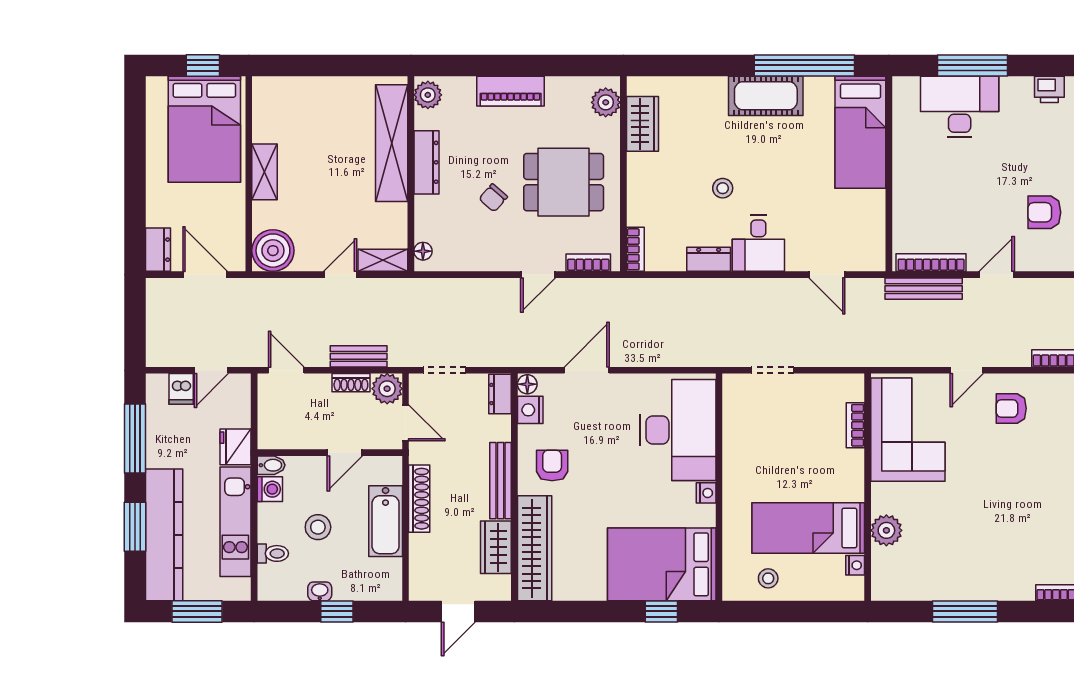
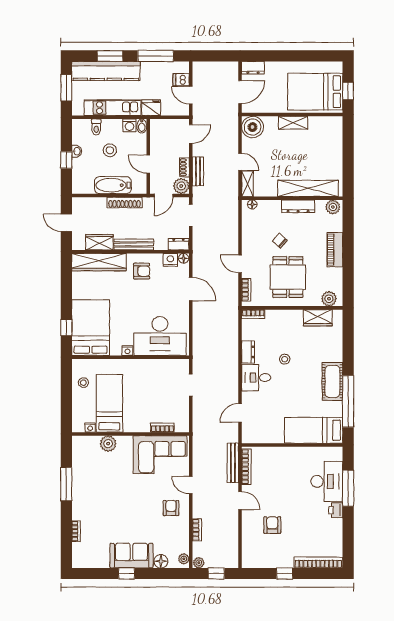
printer: (1049, 89) -> (336, 510), moved

